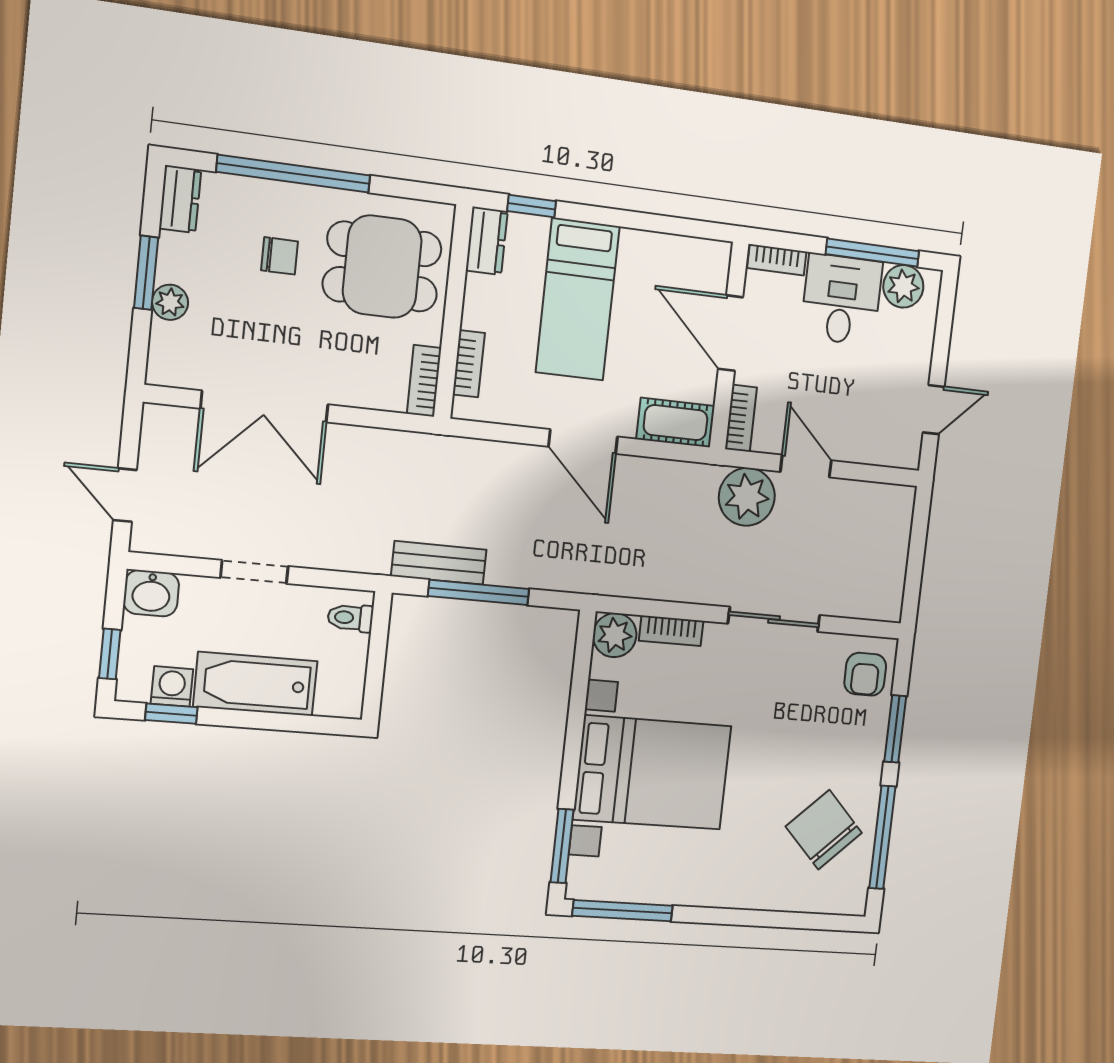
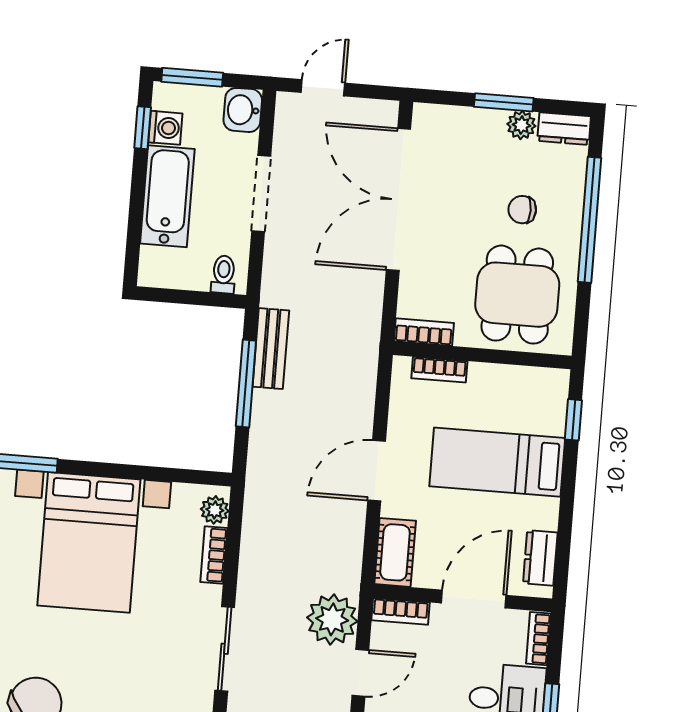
dresser: (487, 241) -> (540, 558), moved, turned 90
chair: (280, 256) -> (522, 210), turned 90
plant: (170, 302) -> (521, 125), moved
double door: (264, 407) -> (398, 200), width x1.36
doorway: (254, 572) -> (261, 194), width x1.38
plant: (615, 635) -> (215, 510), width x0.73, depth x0.73
window: (110, 654) -> (192, 77), width x1.50

